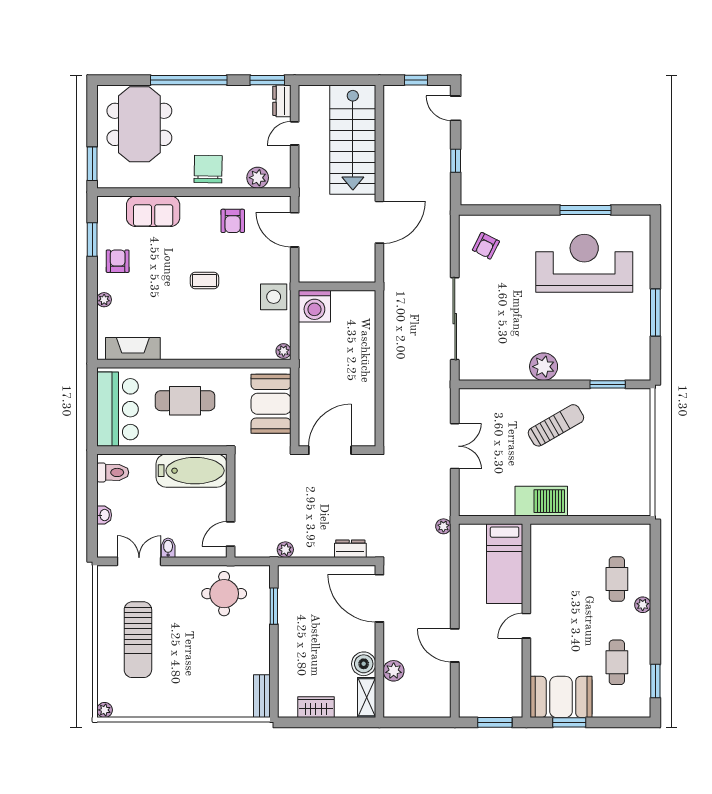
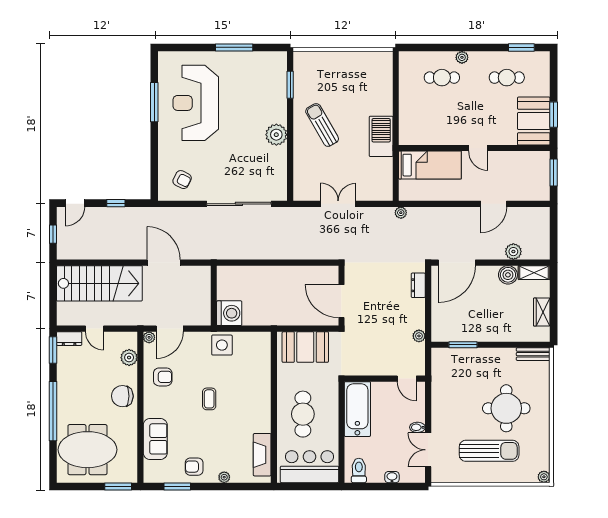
plant: (283, 351) -> (149, 337), moved
round table: (224, 594) -> (506, 408), moved, width x1.36, depth x1.36

